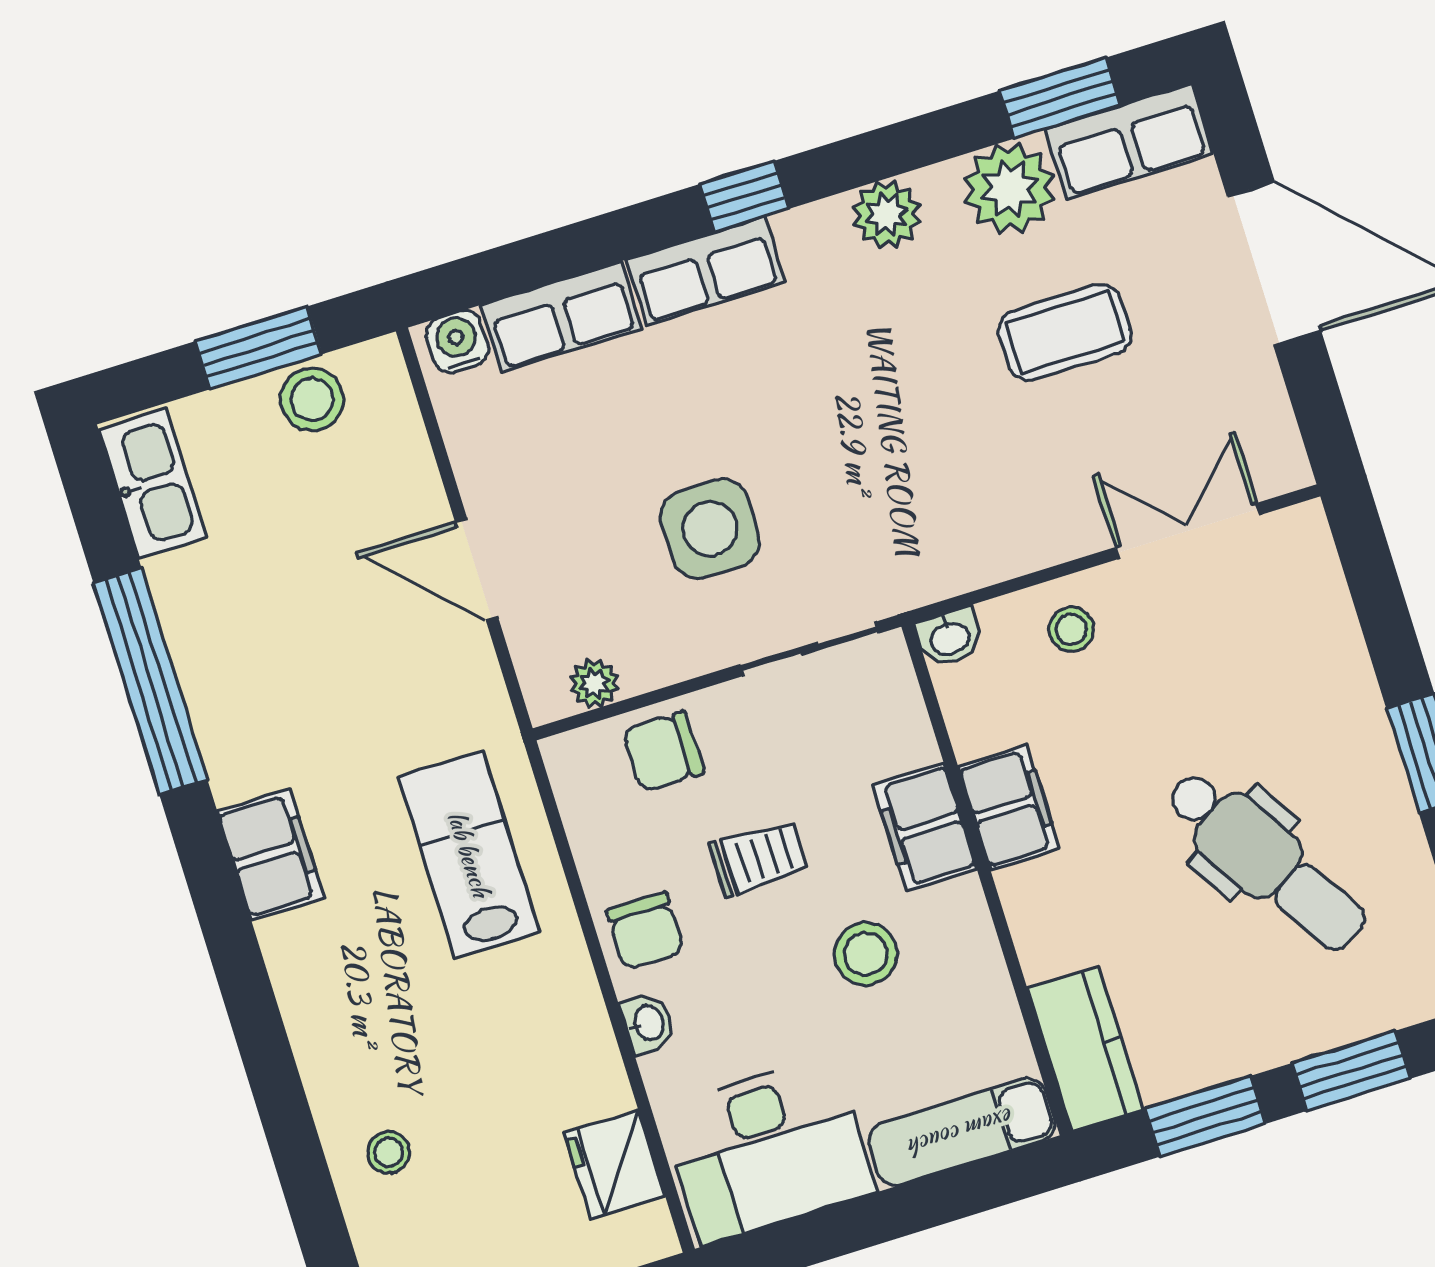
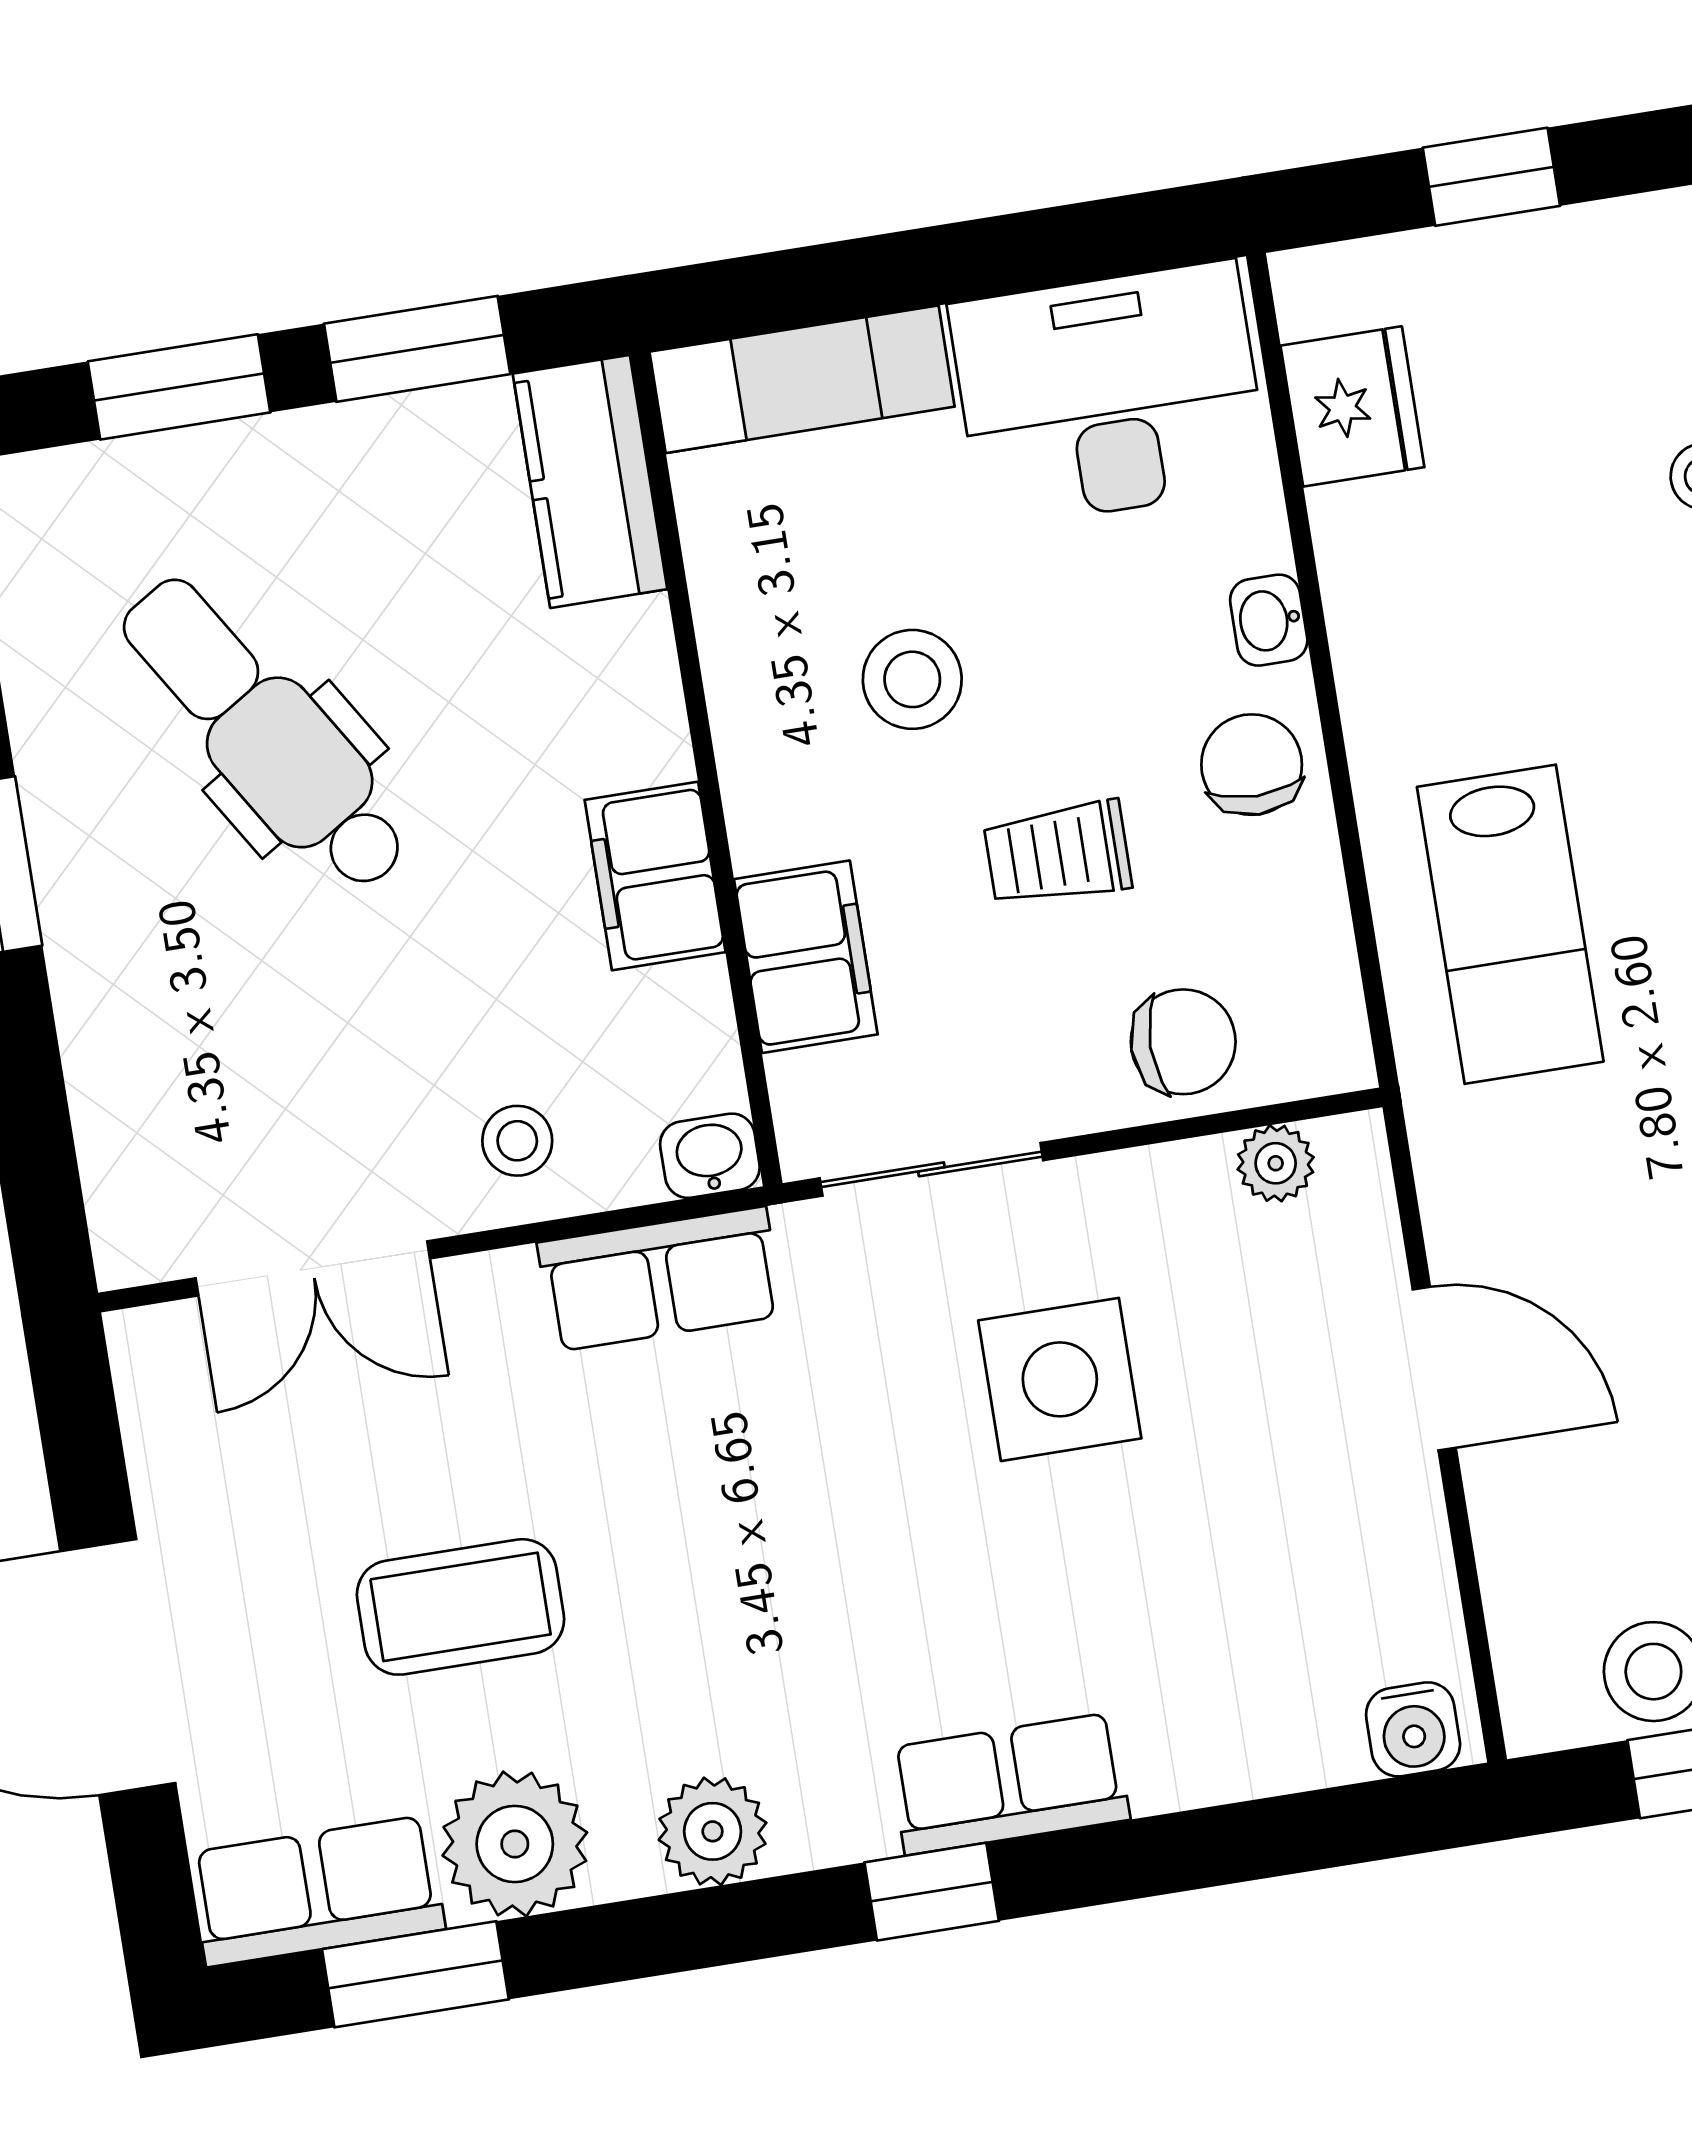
row of seats: (561, 317) -> (660, 1279), moved, turned 180
filing cabinet: (925, 827) -> (806, 957), moved

